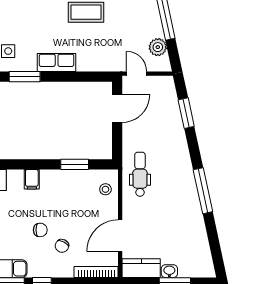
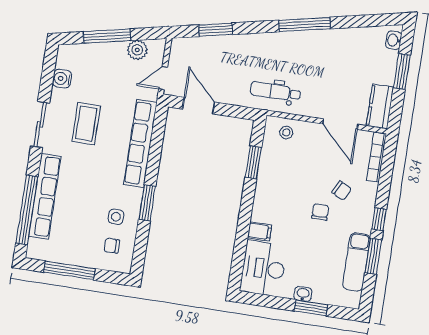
row of seats: (57, 62) -> (140, 143), width x2.02
filing cabinet: (32, 179) -> (260, 231), moved
washbasin: (169, 271) -> (394, 40), moved

